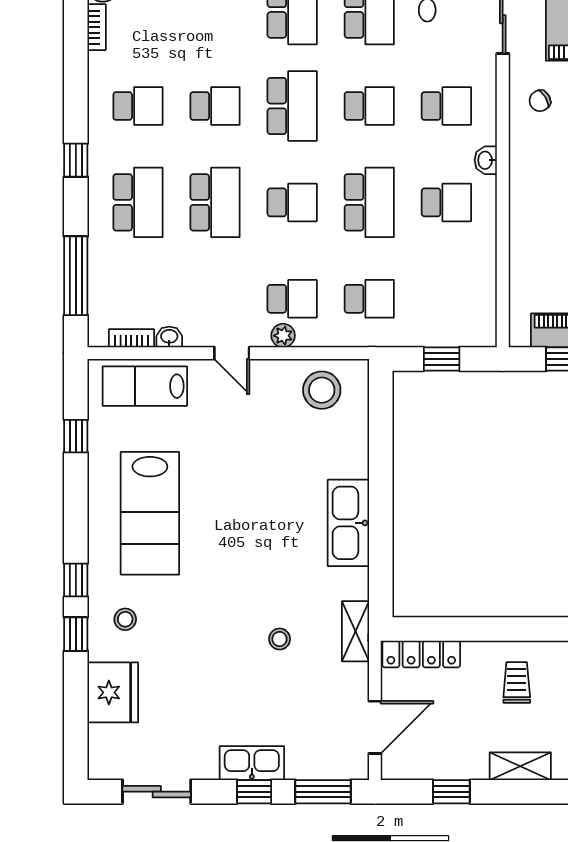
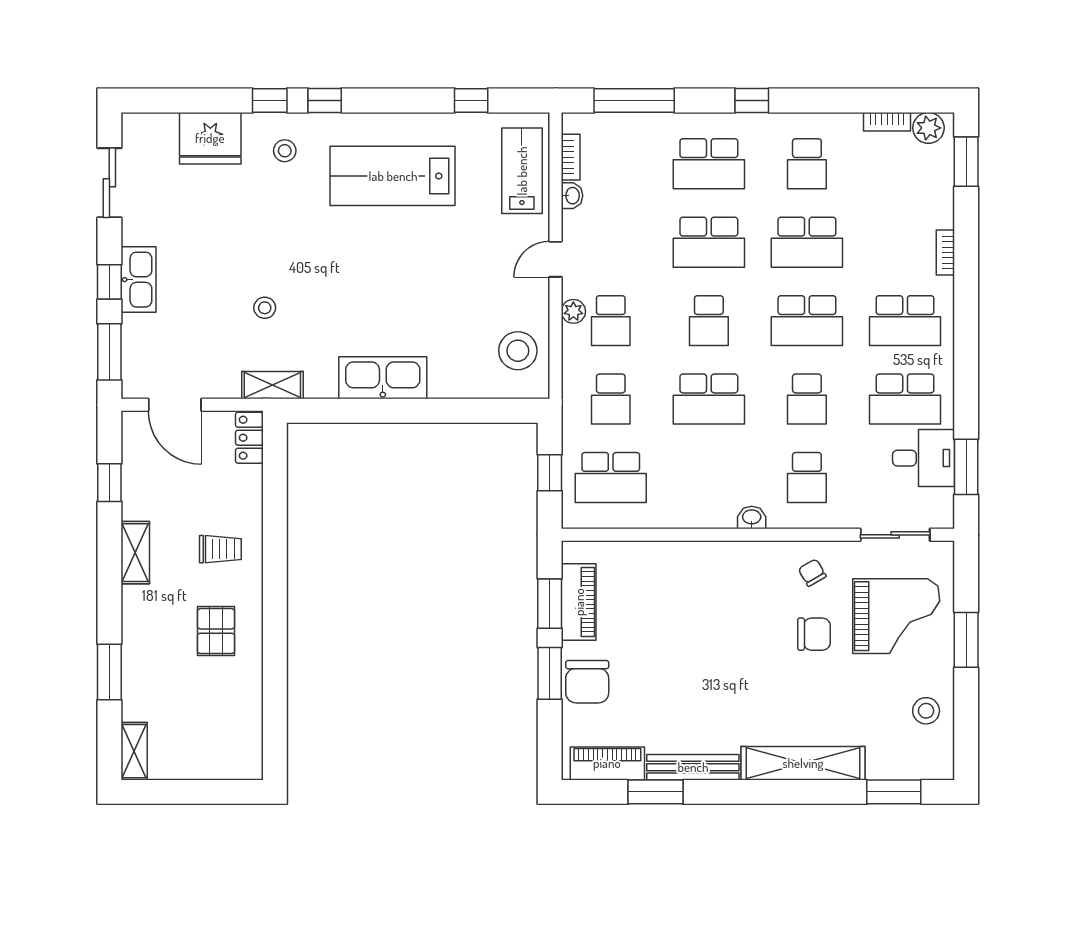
school desk: (215, 106) -> (807, 242), width x1.85
school desk: (446, 202) -> (611, 477), moved, width x1.85
locker: (421, 654) -> (249, 438), width x0.66

